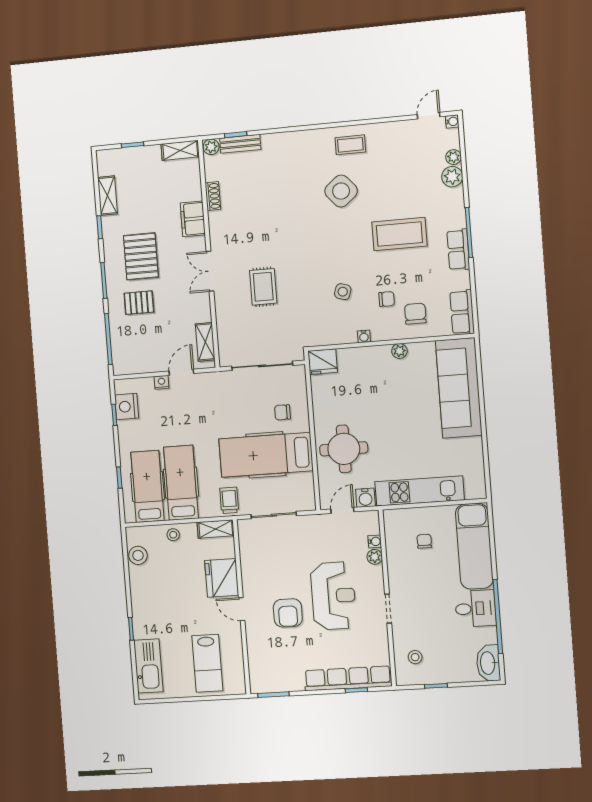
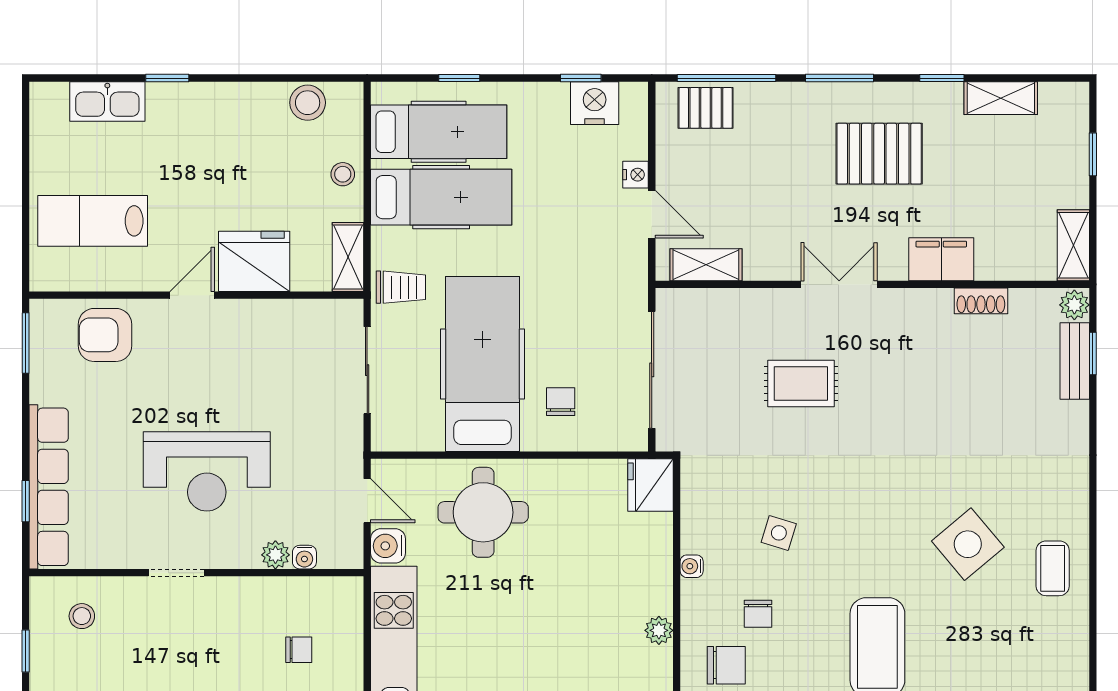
pallet: (139, 303) -> (706, 108), moved, turned 90
armchair: (288, 613) -> (105, 335), moved
kitchen sink: (148, 666) -> (107, 101), width x0.73, depth x0.81

